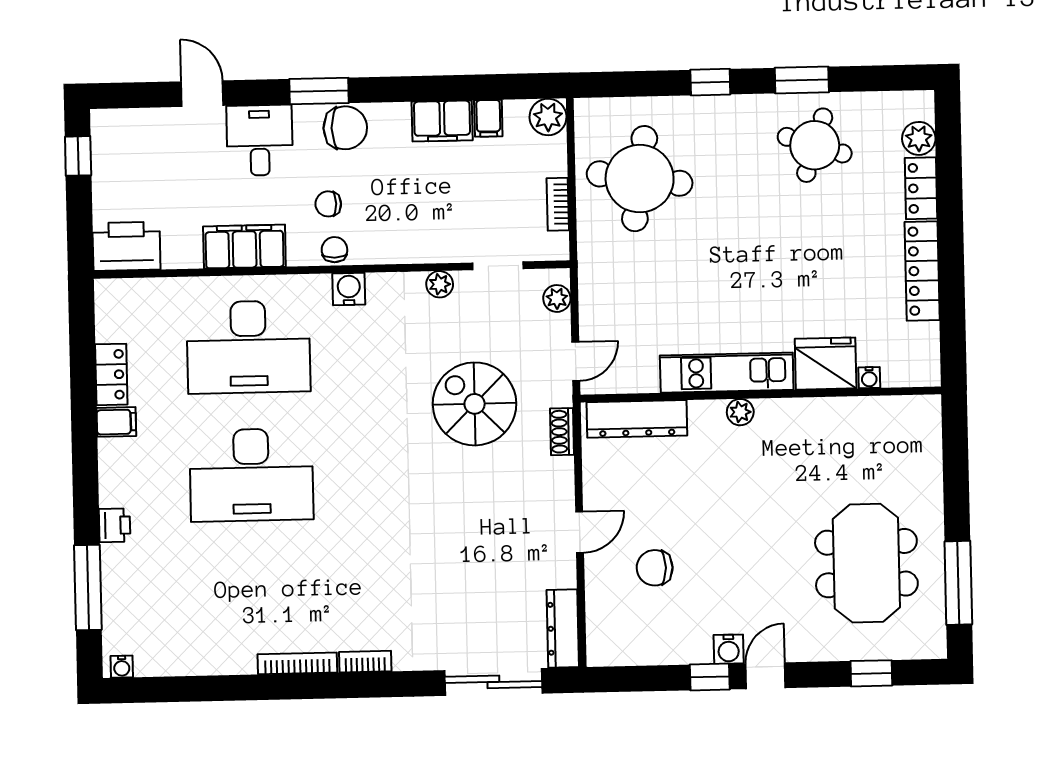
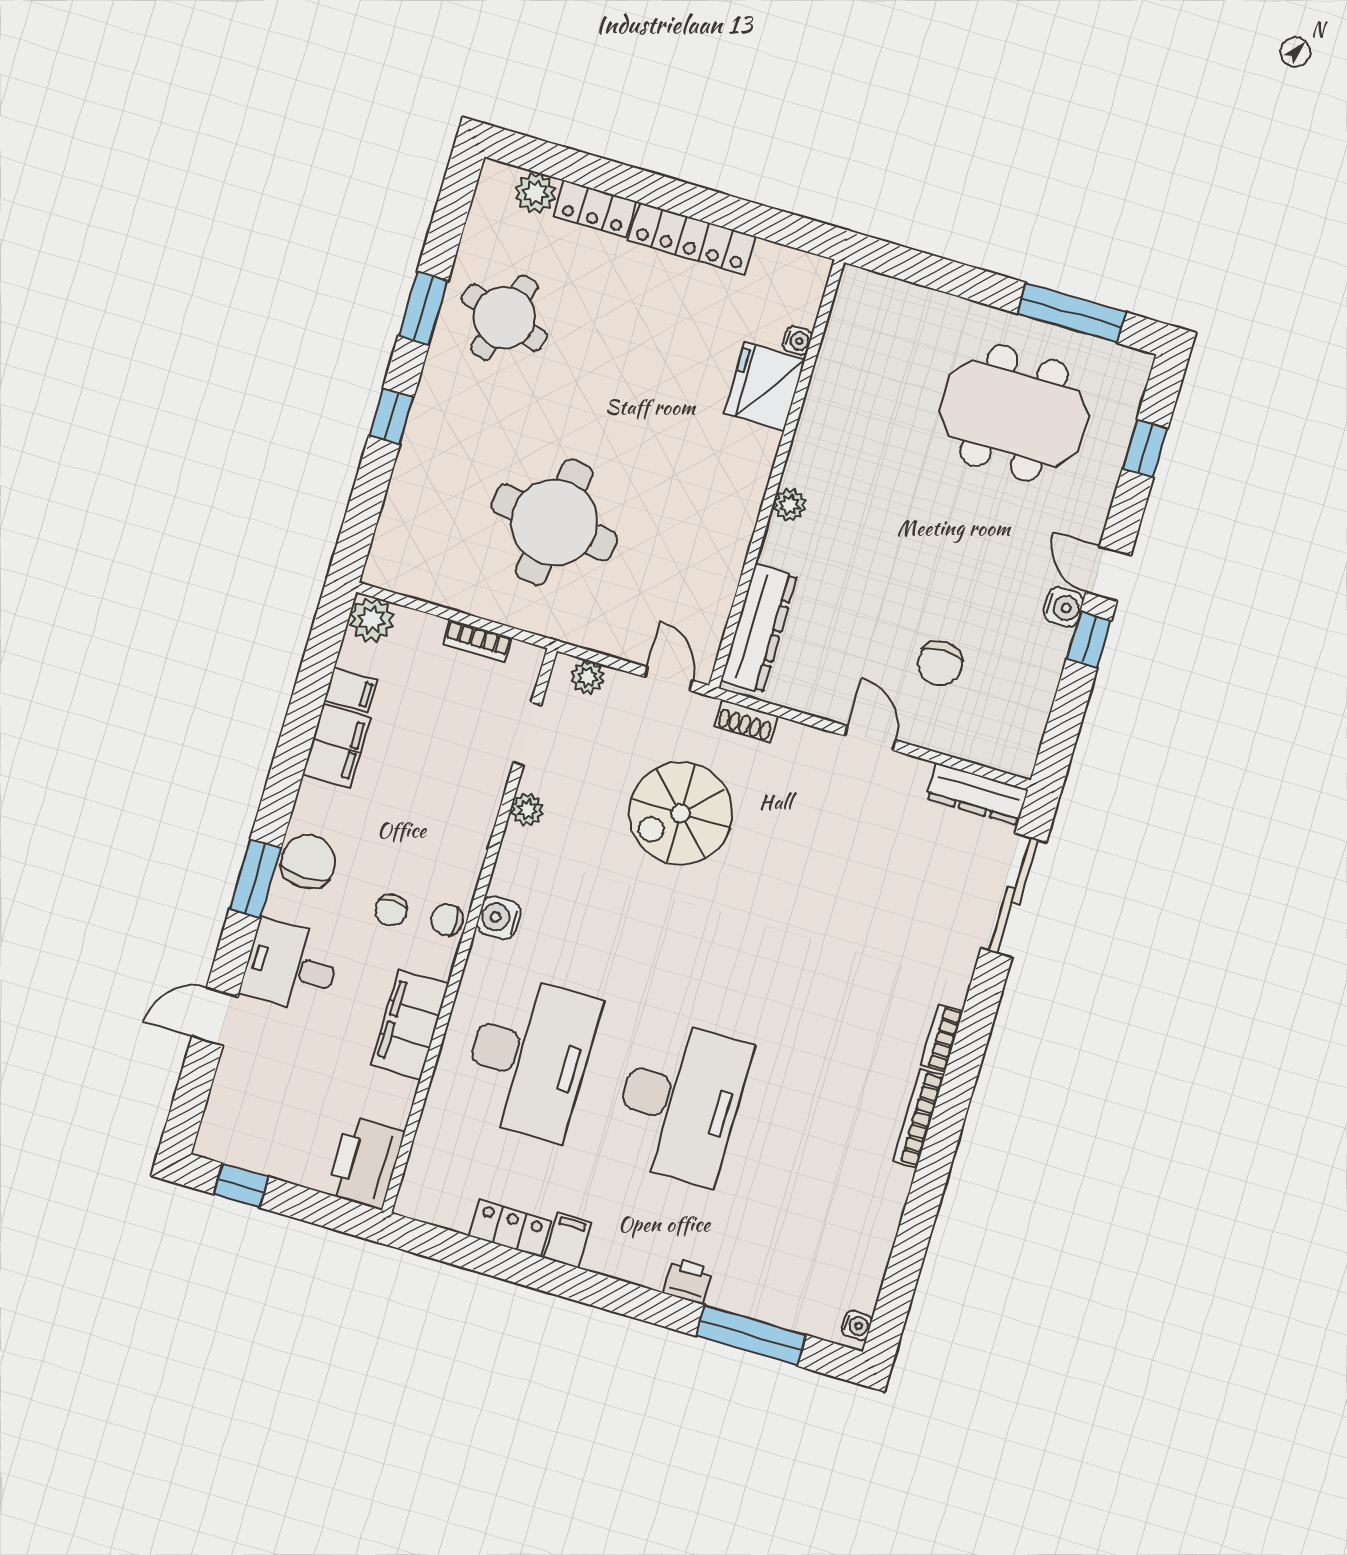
round table: (640, 179) -> (554, 522), moved
kitchen unit: (727, 373) -> (738, 506), removed

